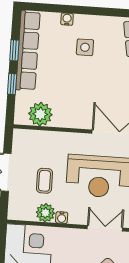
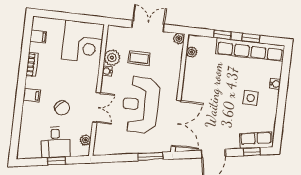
plant: (40, 114) -> (192, 52), width x0.53, depth x0.53
plant: (19, 135) -> (179, 39), added

